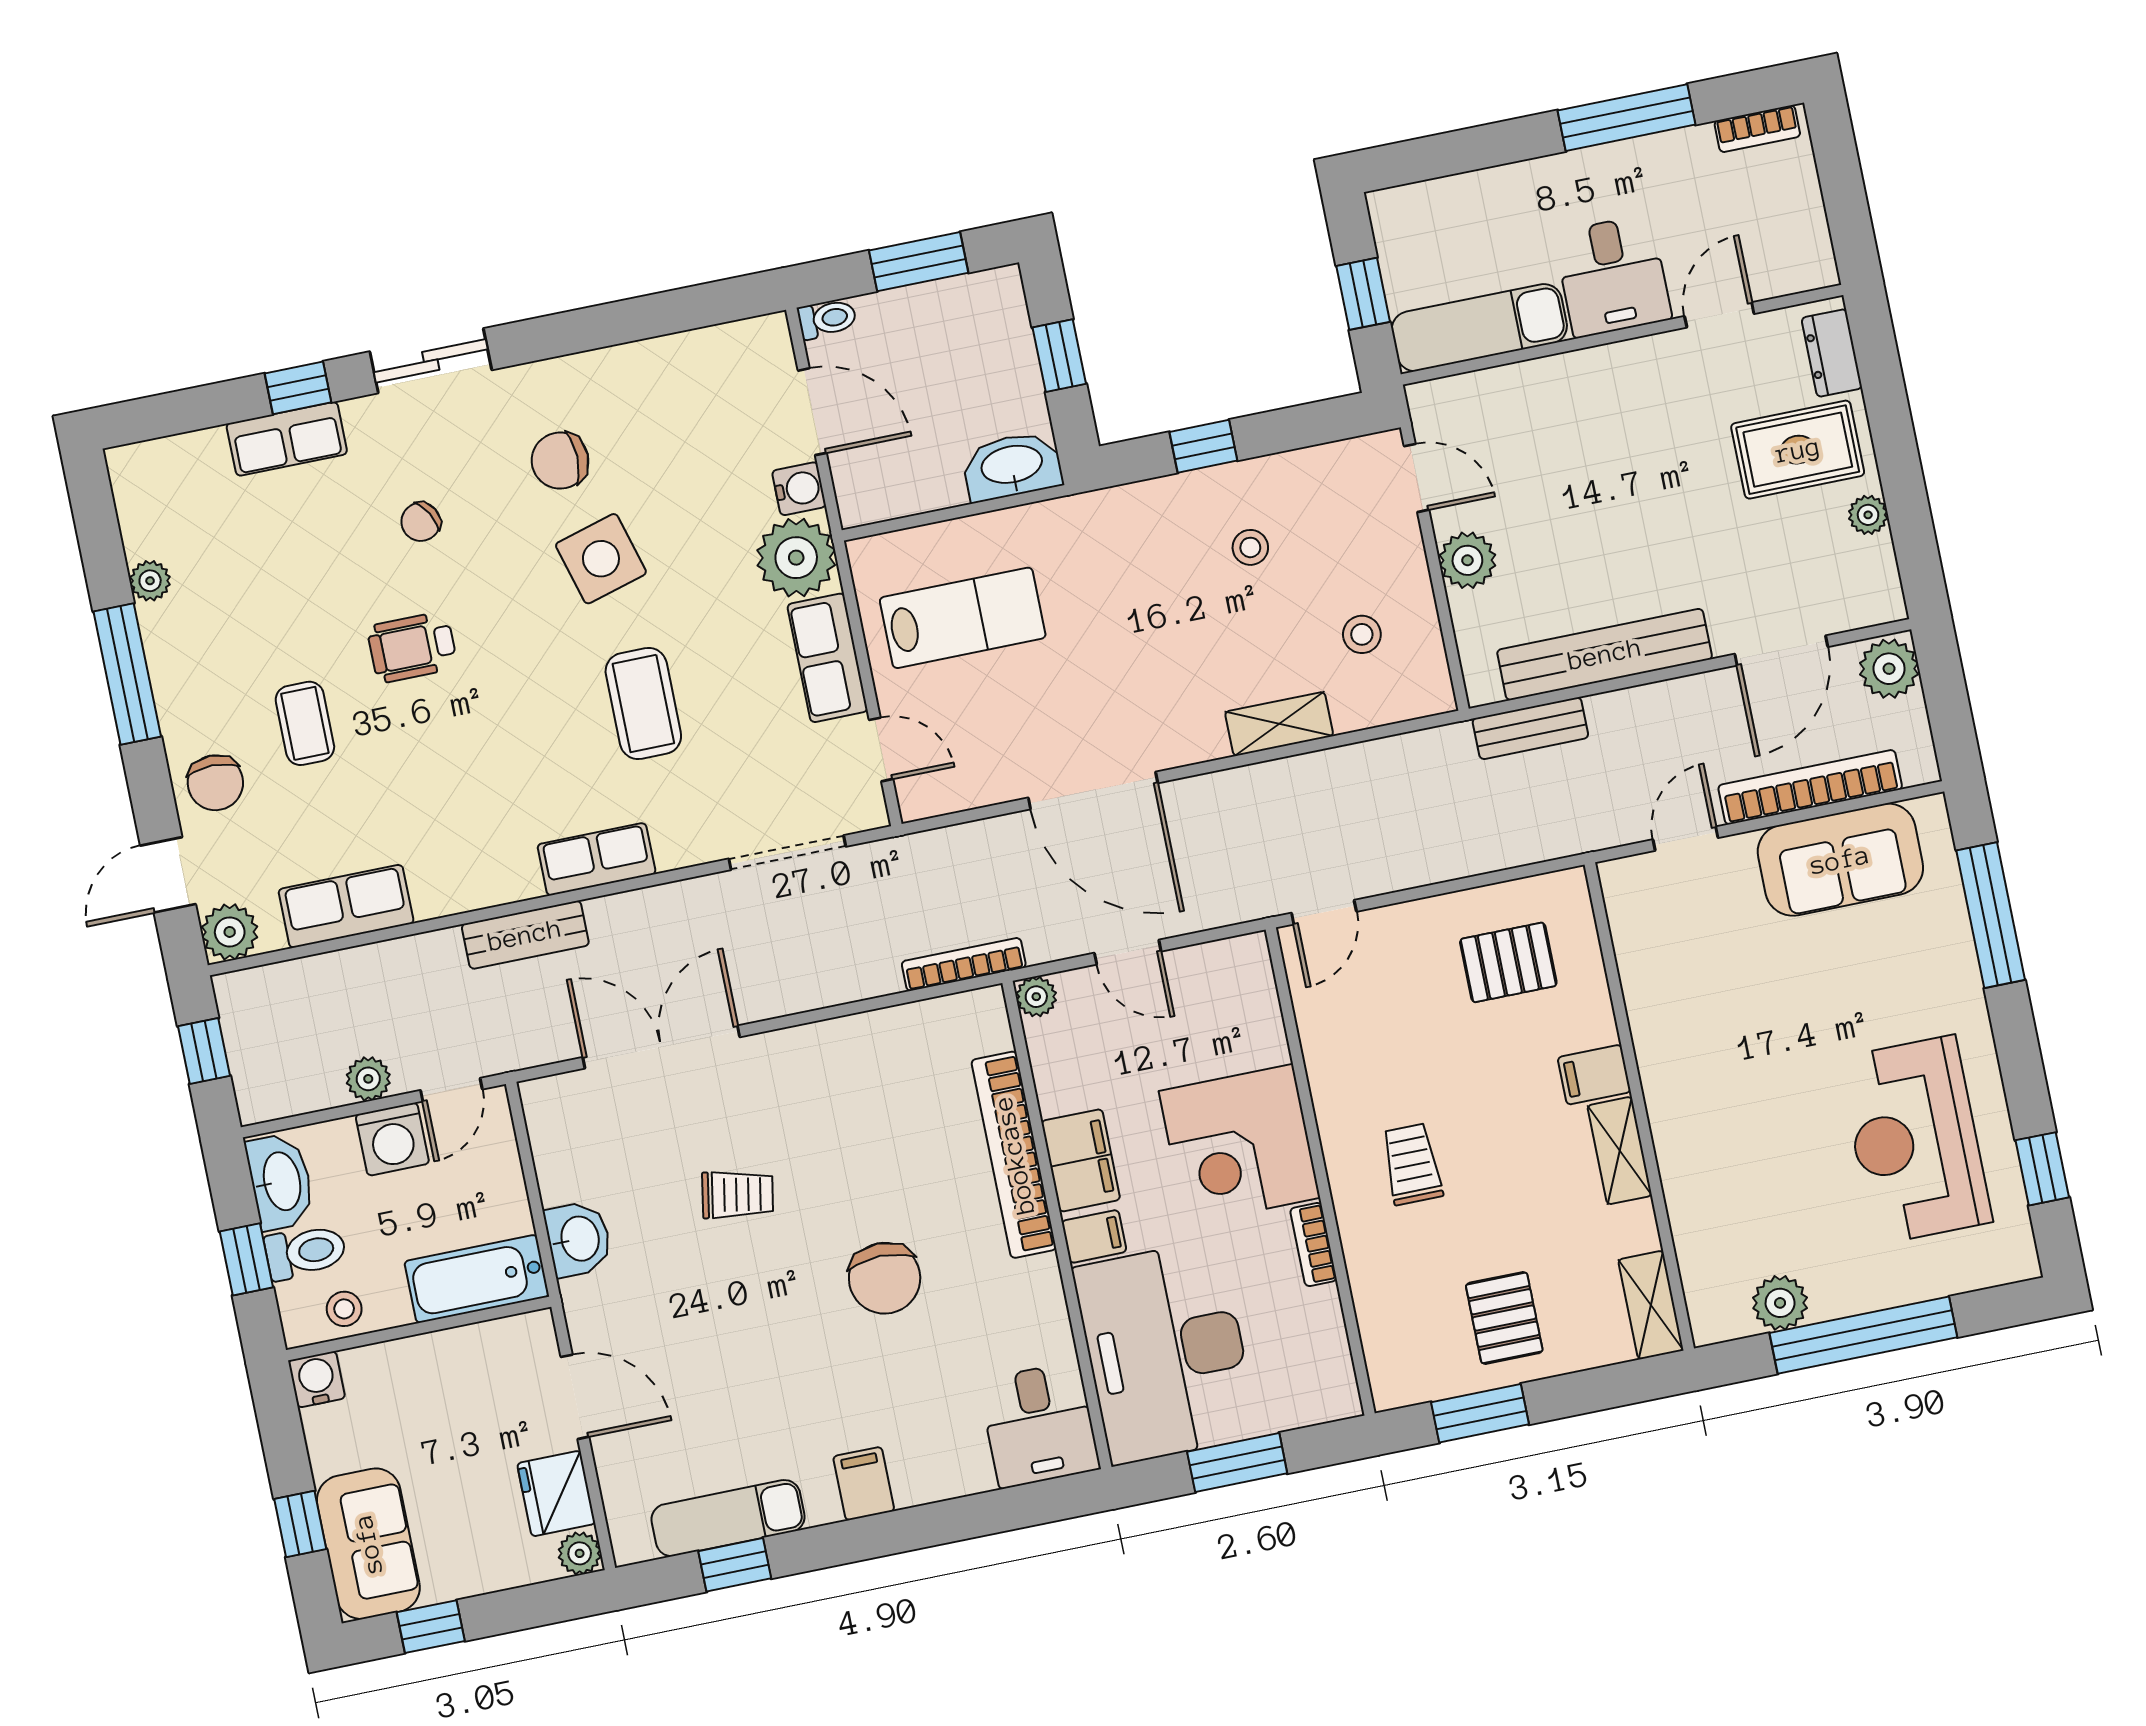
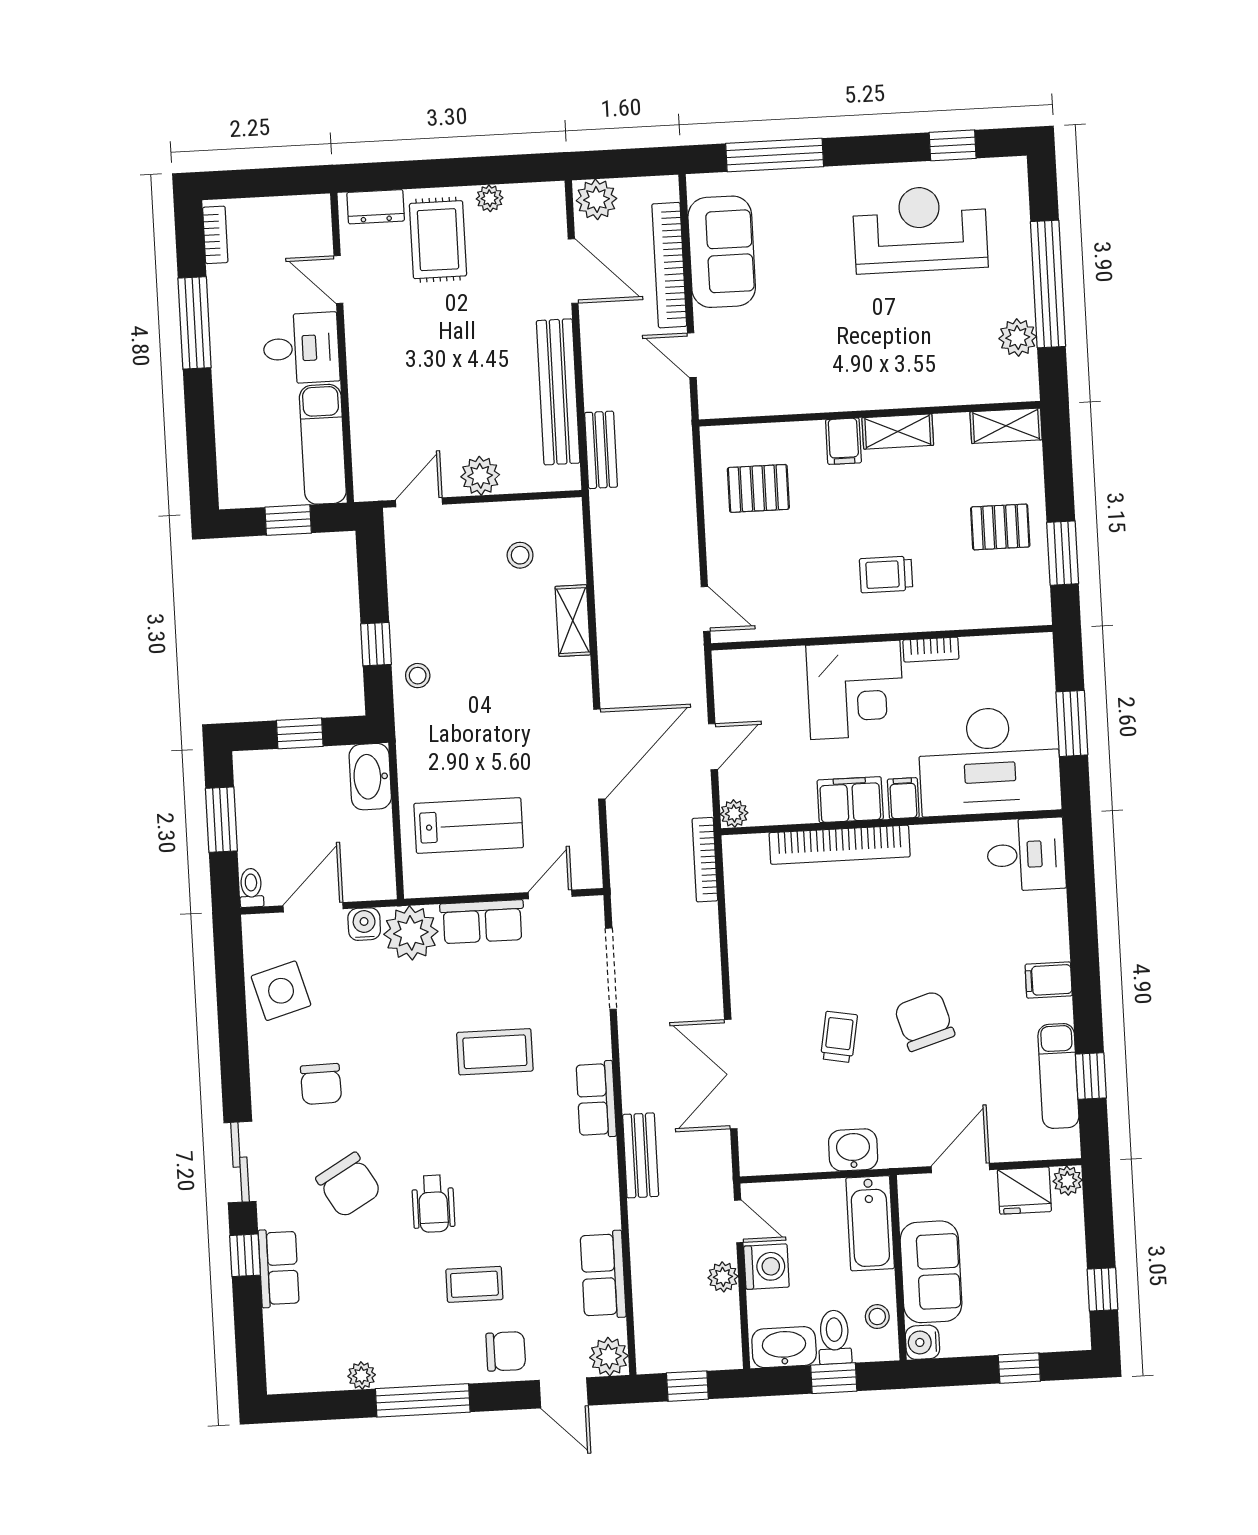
chair: (421, 522) -> (349, 1185), width x1.87, depth x1.87
stool: (1250, 547) -> (418, 676), moved
side table: (601, 559) -> (281, 991), moved
lab bench: (963, 618) -> (469, 826), turned 90
pallet: (1508, 962) -> (758, 488), turned 90
reception desk: (1915, 1140) -> (920, 229), turned 180
chair: (885, 1278) -> (924, 1021), moved, turned -107
sofa: (368, 1544) -> (931, 1272), moved, turned 90

